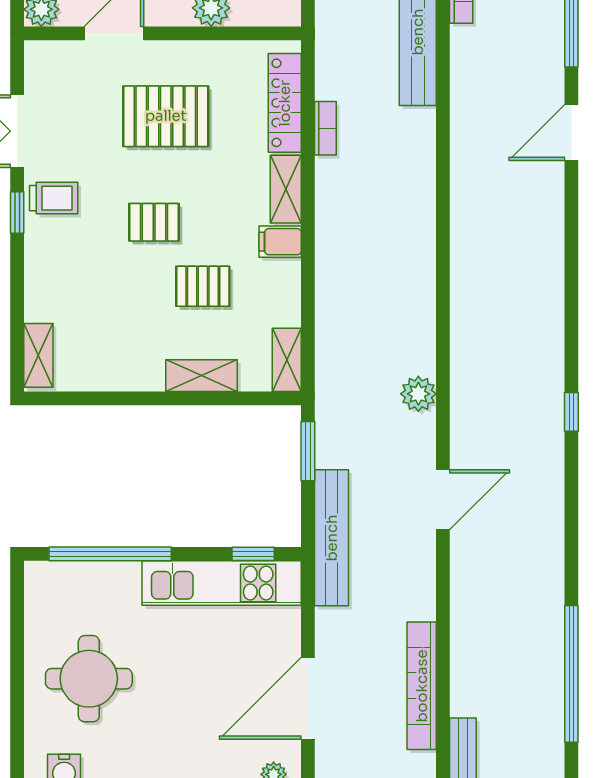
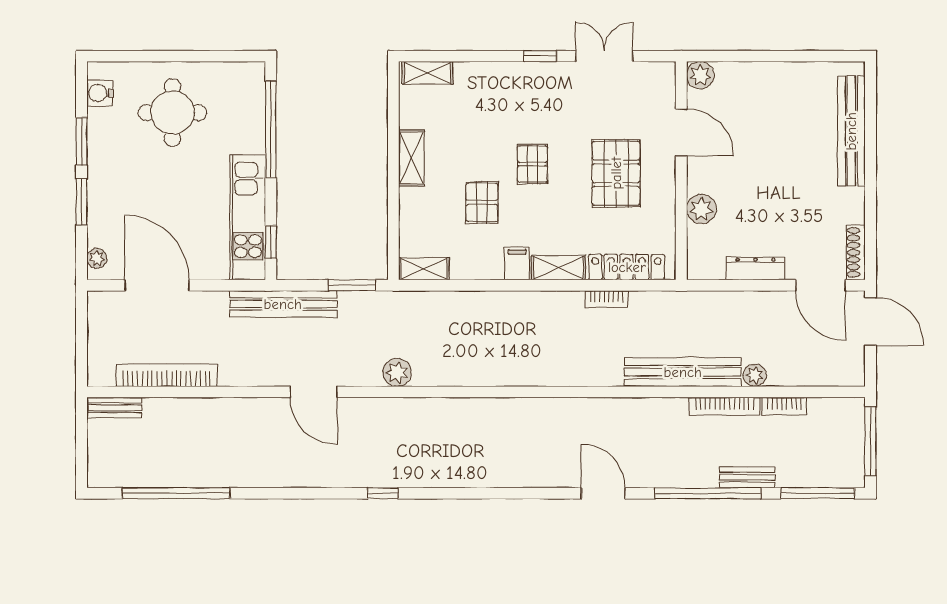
trolley: (54, 198) -> (551, 85), removed
shelving: (201, 376) -> (411, 158), moved

